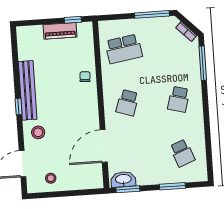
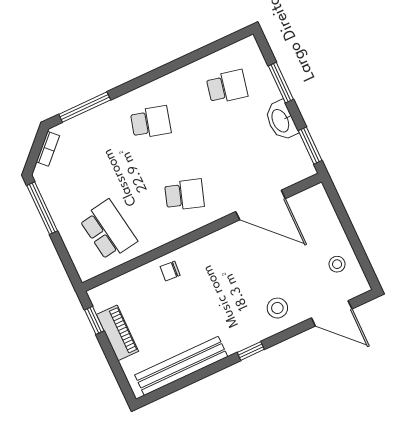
bench: (28, 90) -> (181, 366), moved
school desk: (182, 153) -> (227, 87), turned 33
washbasin: (123, 179) -> (281, 120), moved

